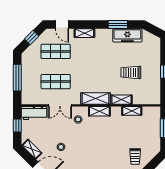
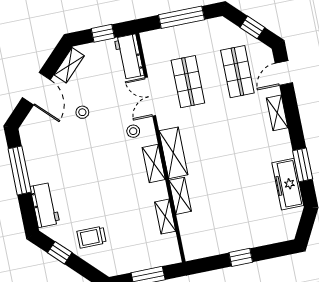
trolley: (131, 72) -> (228, 202), removed

